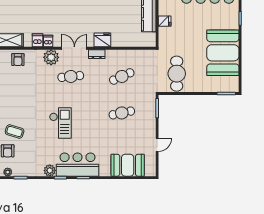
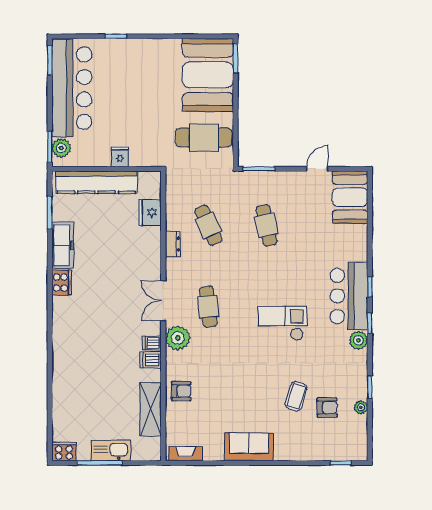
fridge: (102, 40) -> (150, 213), moved
booth: (223, 53) -> (208, 75), moved, turned 90
dresser: (97, 54) -> (173, 244), moved
door: (157, 145) -> (317, 169), hinge flipped
booth: (128, 165) -> (350, 197), moved

